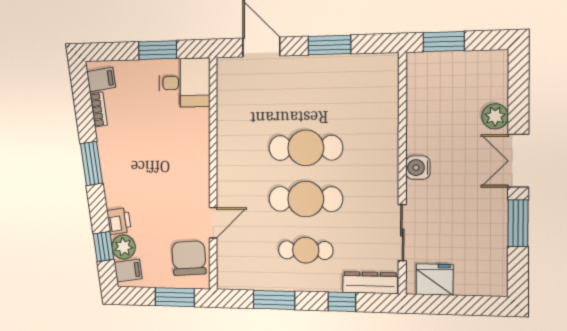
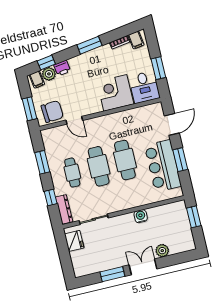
bar counter: (333, 80) -> (163, 166), added
corner desk: (182, 137) -> (115, 93), added
water cooler: (418, 168) -> (141, 216), moved

